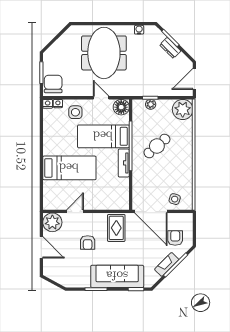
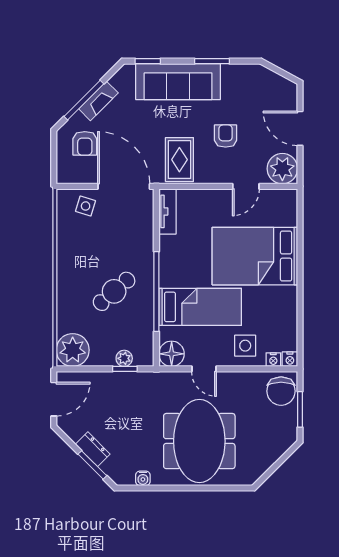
tv unit: (124, 163) -> (167, 211), moved
bed: (69, 168) -> (255, 256), width x1.50

